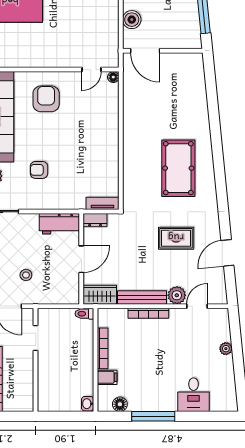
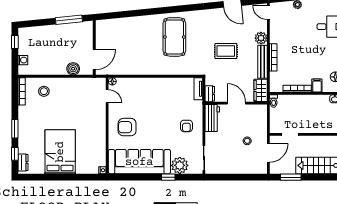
pool table: (178, 168) -> (174, 37), turned 90
armchair: (39, 170) -> (186, 126), moved
rug: (176, 238) -> (226, 51), moved, turned 90
door: (197, 306) -> (268, 13), moved

